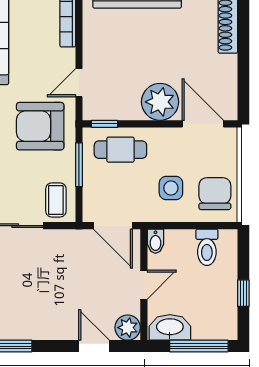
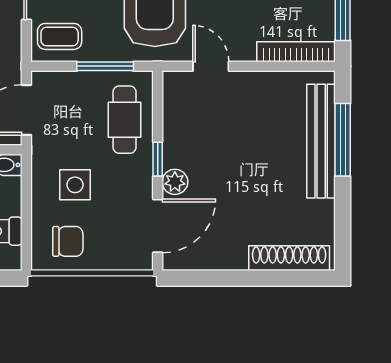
plant: (160, 102) -> (175, 182), width x0.53, depth x0.53
window: (104, 124) -> (158, 159), moved
chair: (215, 194) -> (68, 241), width x0.73, depth x0.73

